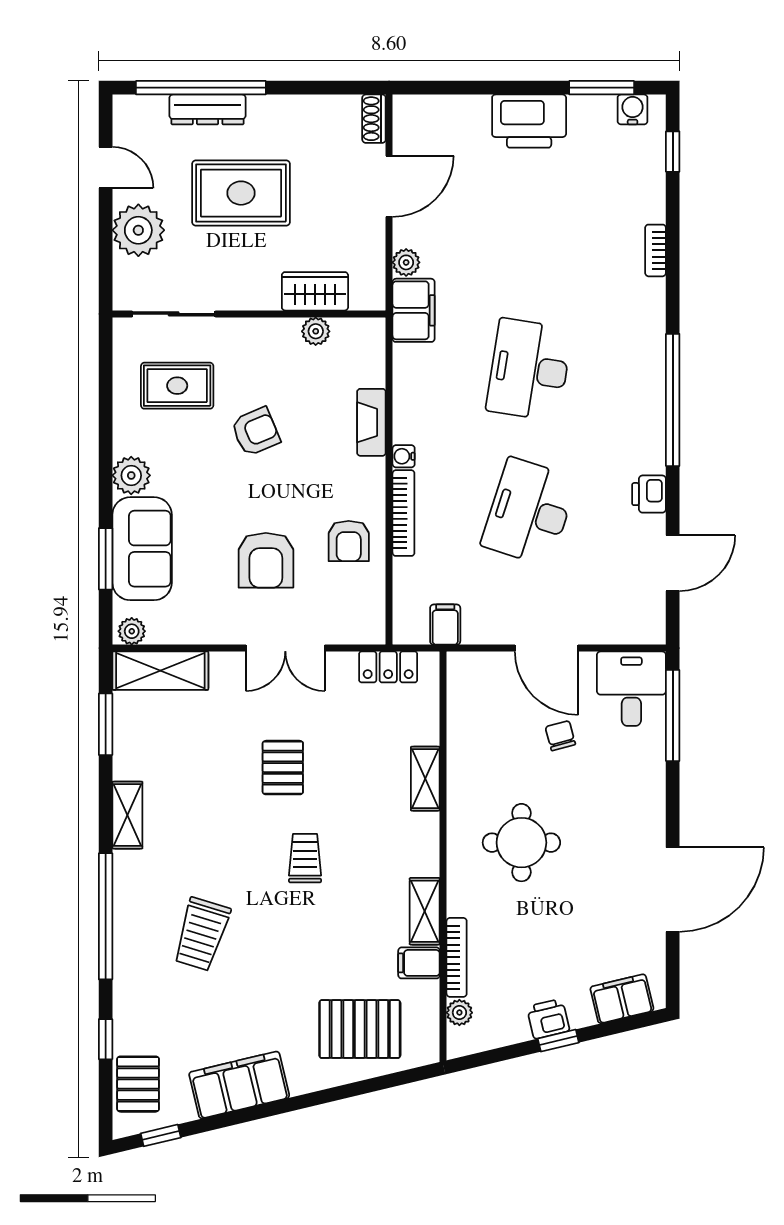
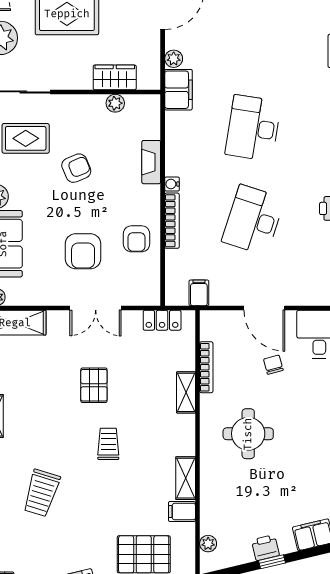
bookcase: (457, 957) -> (206, 367), moved

